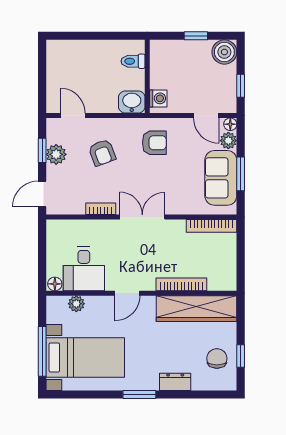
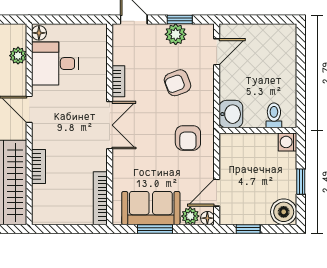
washing machine: (158, 98) -> (288, 142), moved, turned 90
bookcase: (181, 284) -> (38, 166), width x0.64

